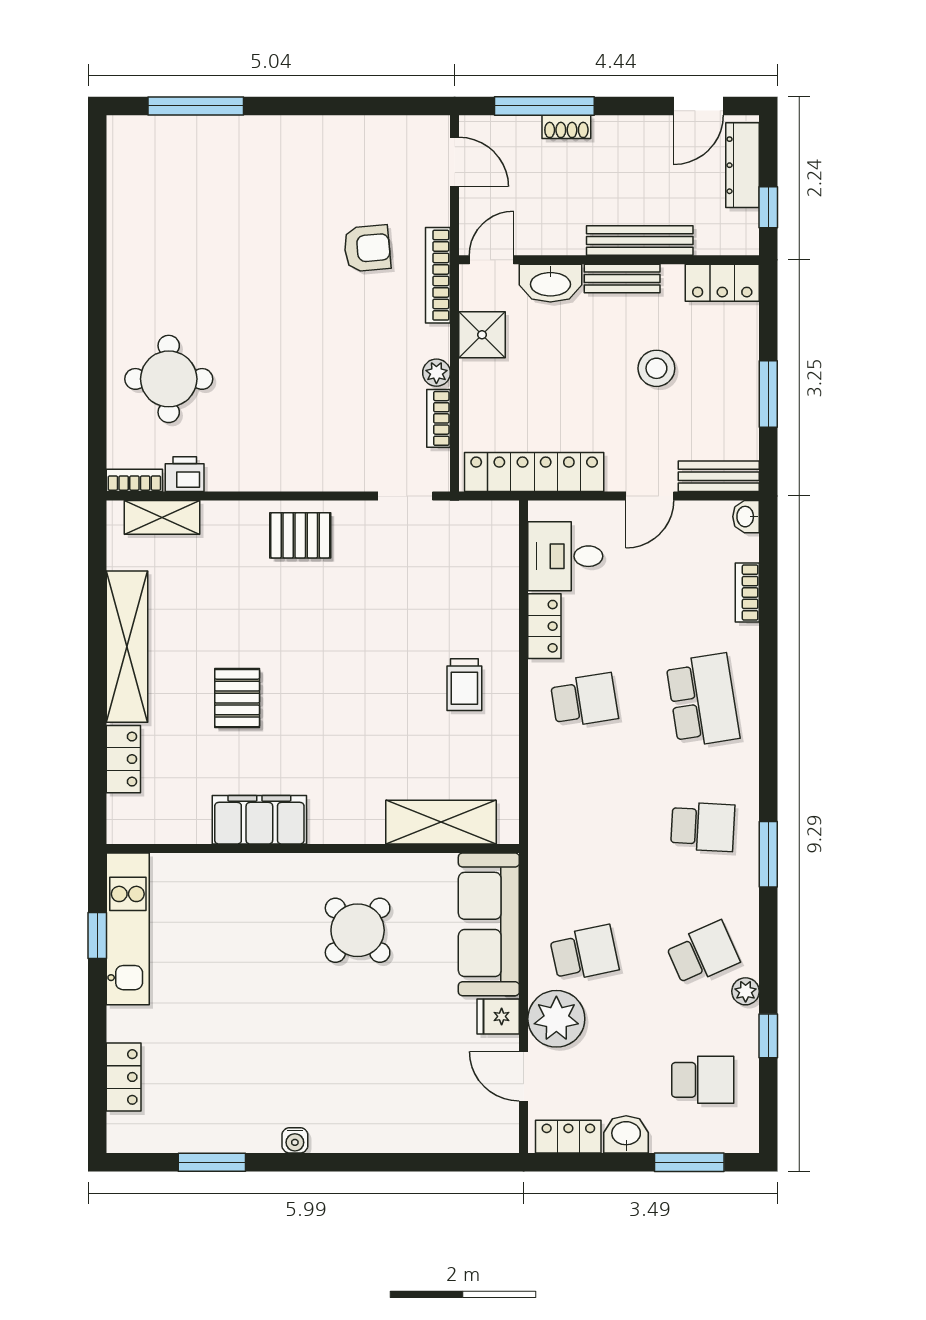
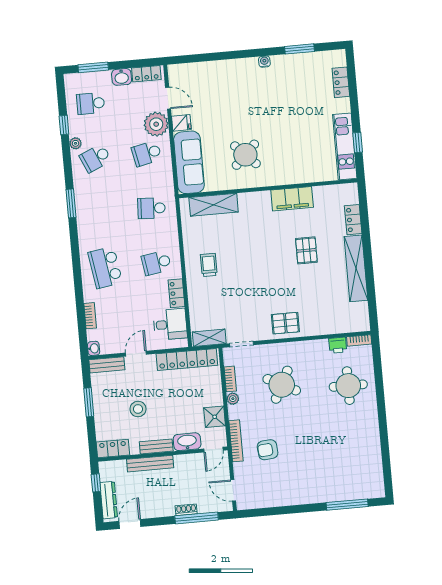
round table: (321, 395) -> (282, 385), added
shelving: (162, 517) -> (209, 338), moved
school desk: (703, 827) -> (151, 208), moved

